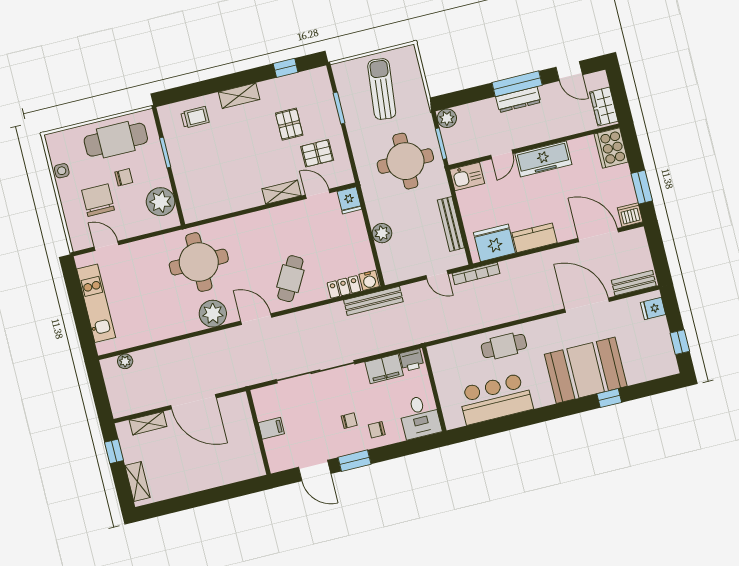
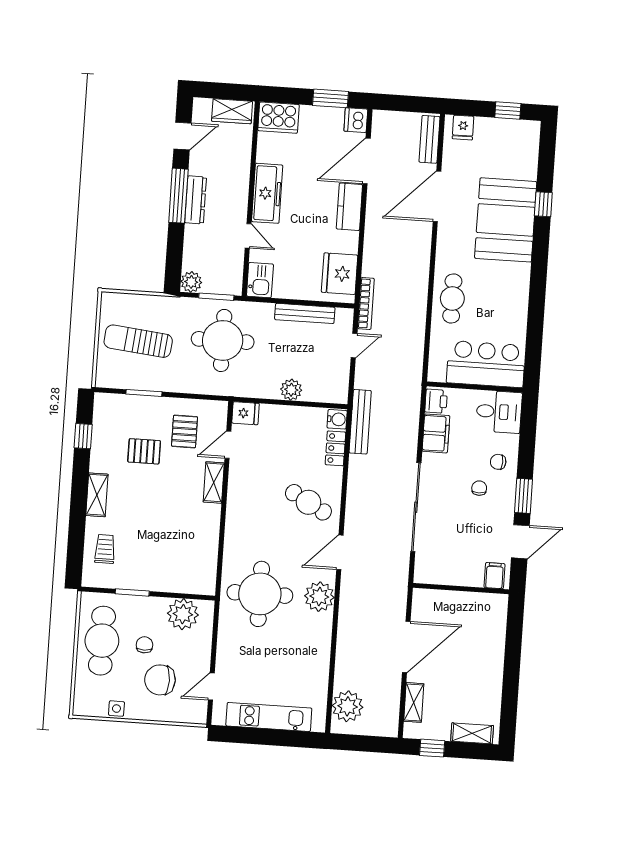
kitchen counter: (534, 238) -> (349, 207), moved
plant: (125, 361) -> (348, 706), width x1.88, depth x1.88
bar counter: (496, 399) -> (486, 364), moved, turned 90
filing cabinet: (271, 428) -> (494, 576), moved
chair: (377, 430) -> (498, 462), turned 93

